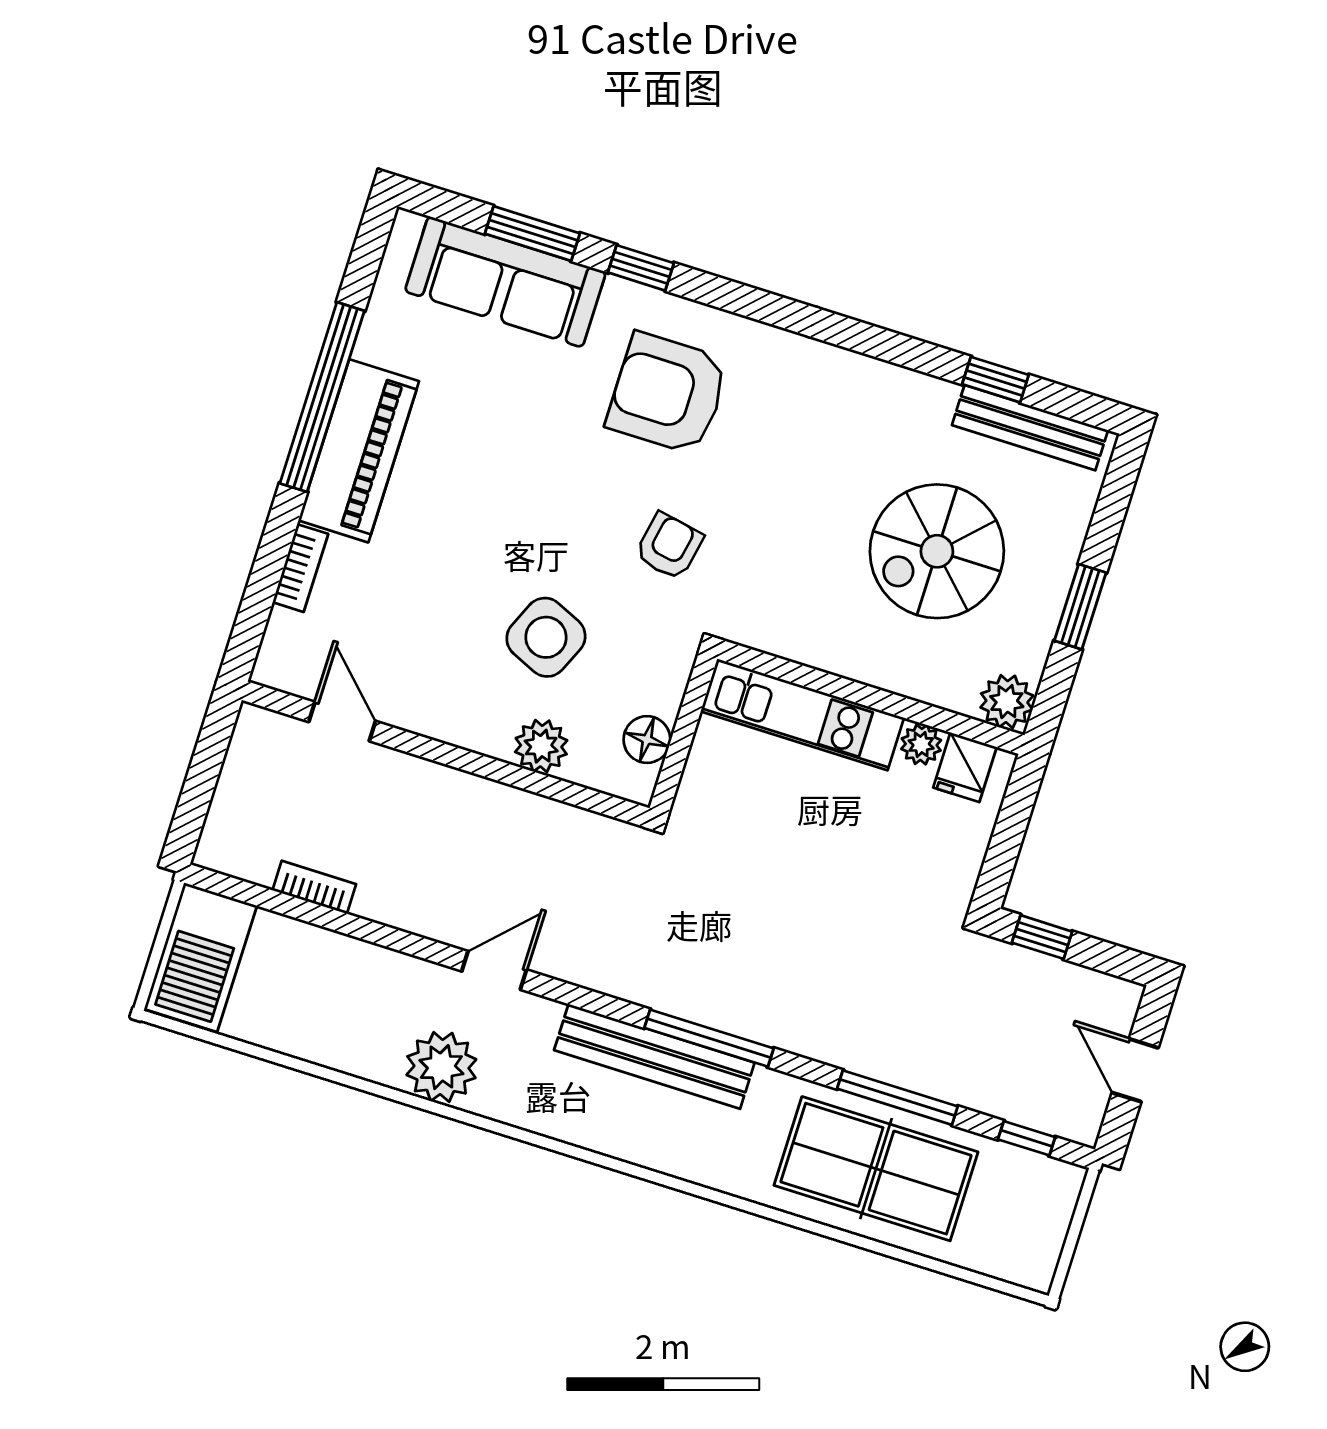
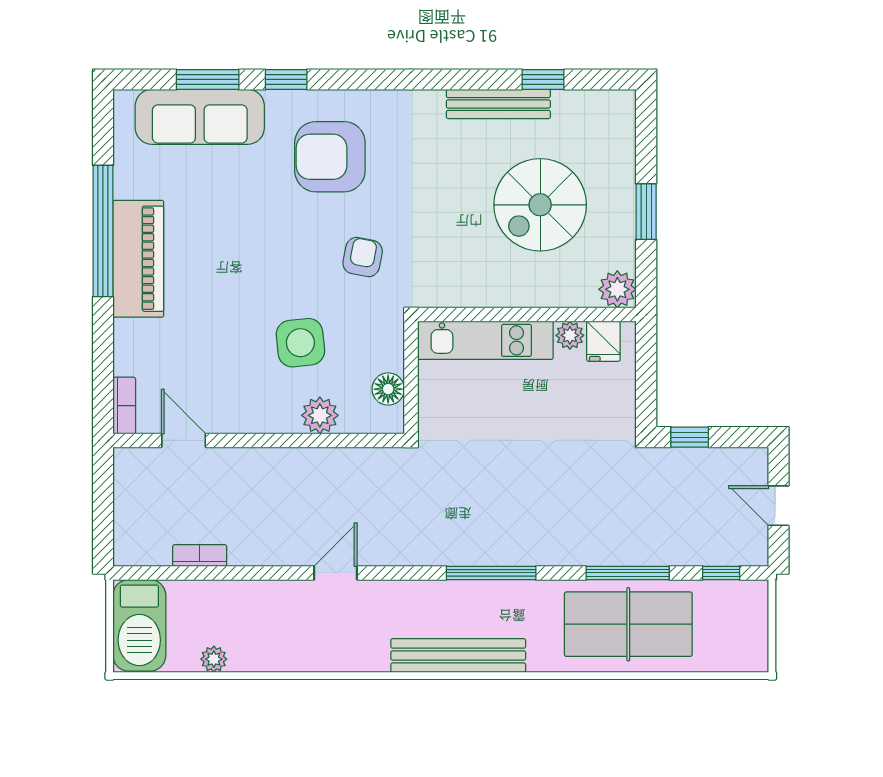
bench: (1030, 428) -> (498, 104), moved
bookcase: (300, 568) -> (124, 406), moved
side table: (546, 637) -> (300, 343), turned -30
bench: (654, 1056) -> (458, 655), moved
plant: (441, 1067) -> (214, 659), moved, width x0.53, depth x0.53

